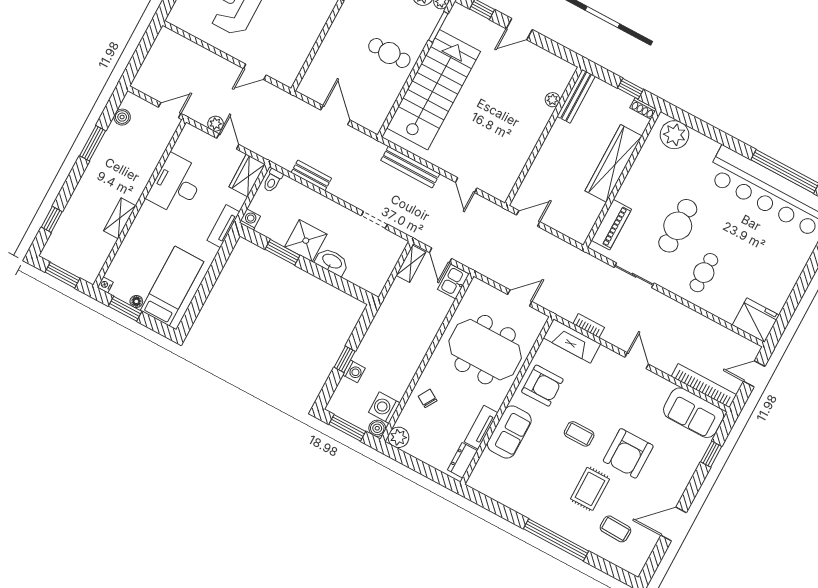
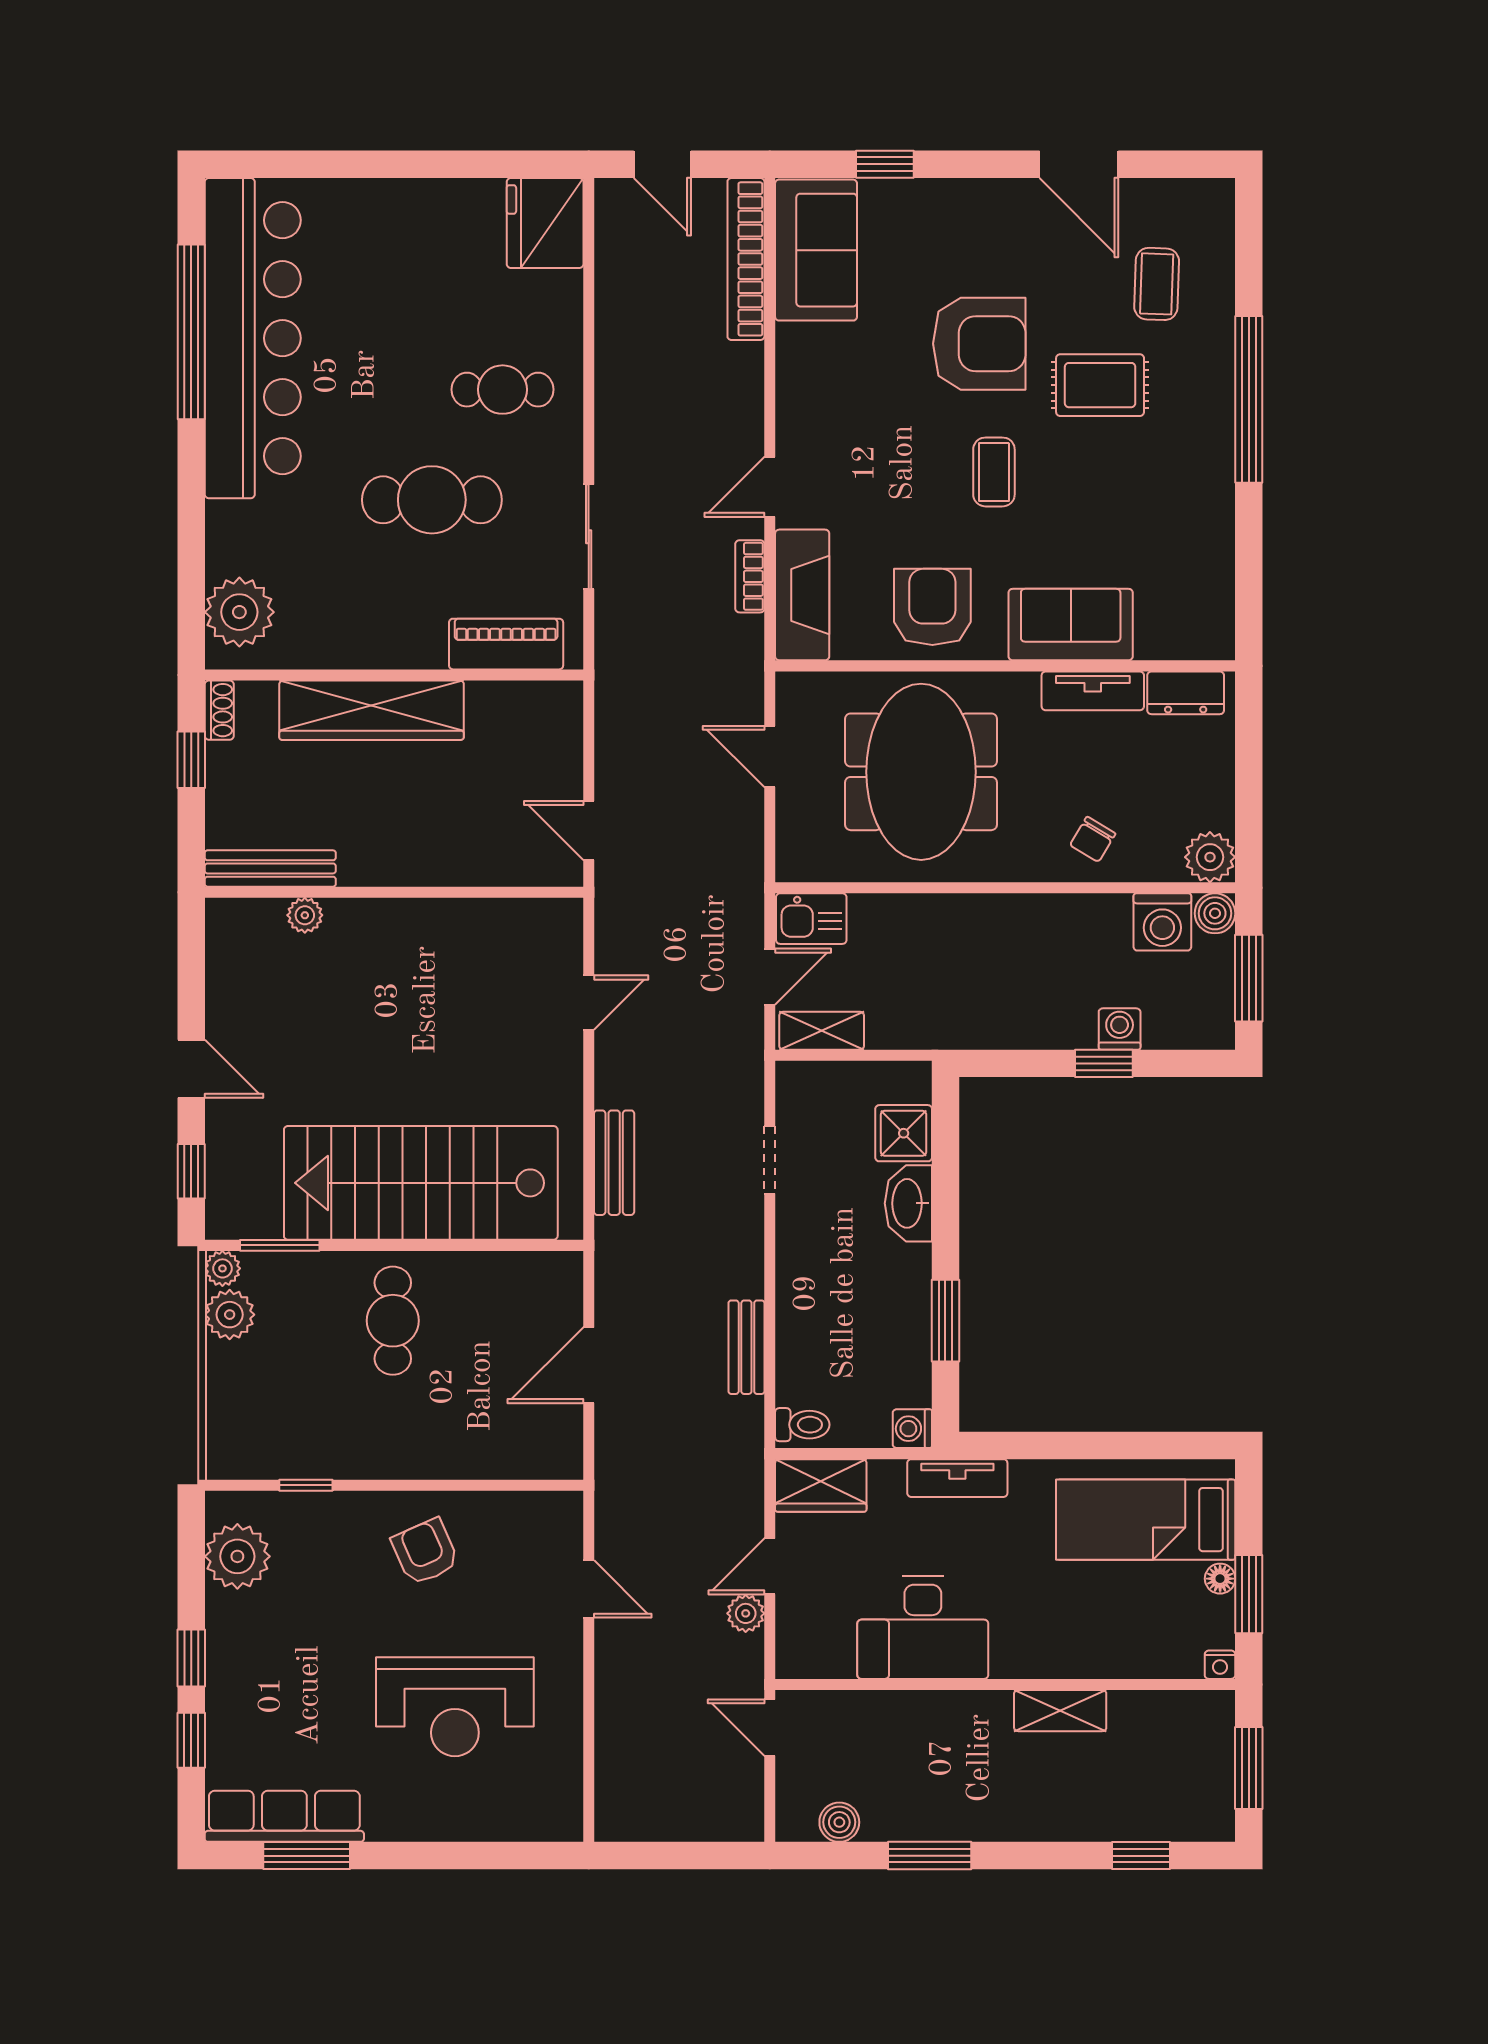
armchair: (300, 20) -> (425, 1552), added
bench: (410, 167) -> (614, 1163), width x0.73
shower: (306, 241) -> (904, 1133), moved, width x0.73, depth x0.73
door: (637, 361) -> (770, 487), moved

